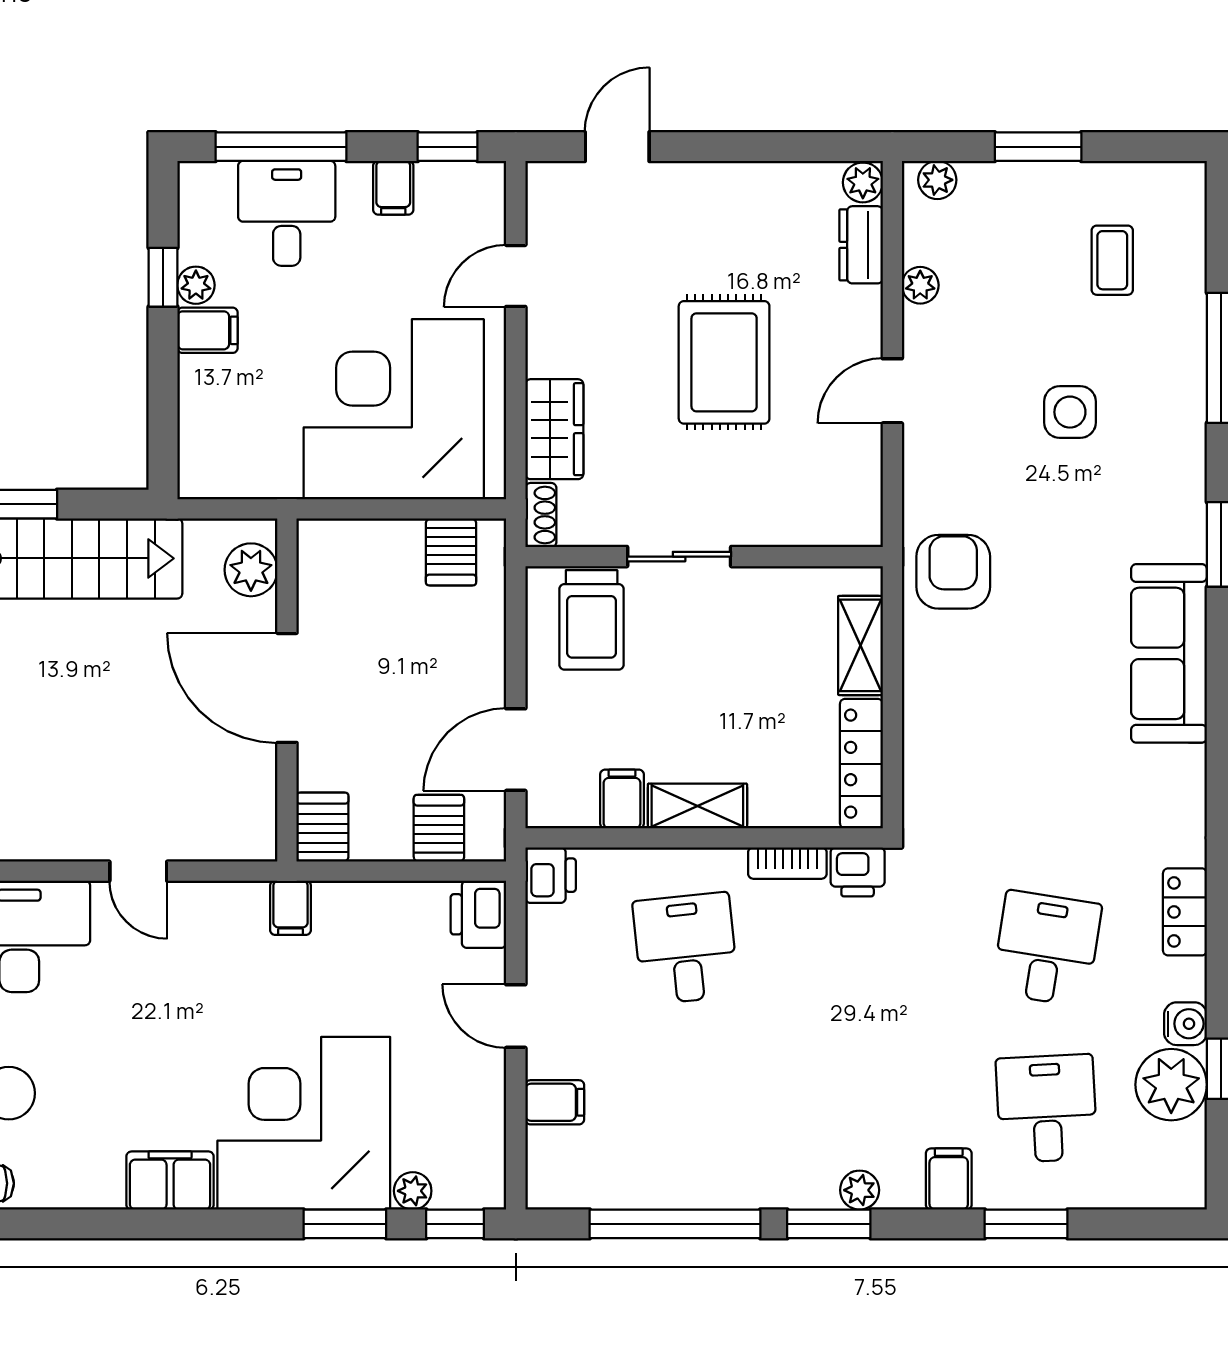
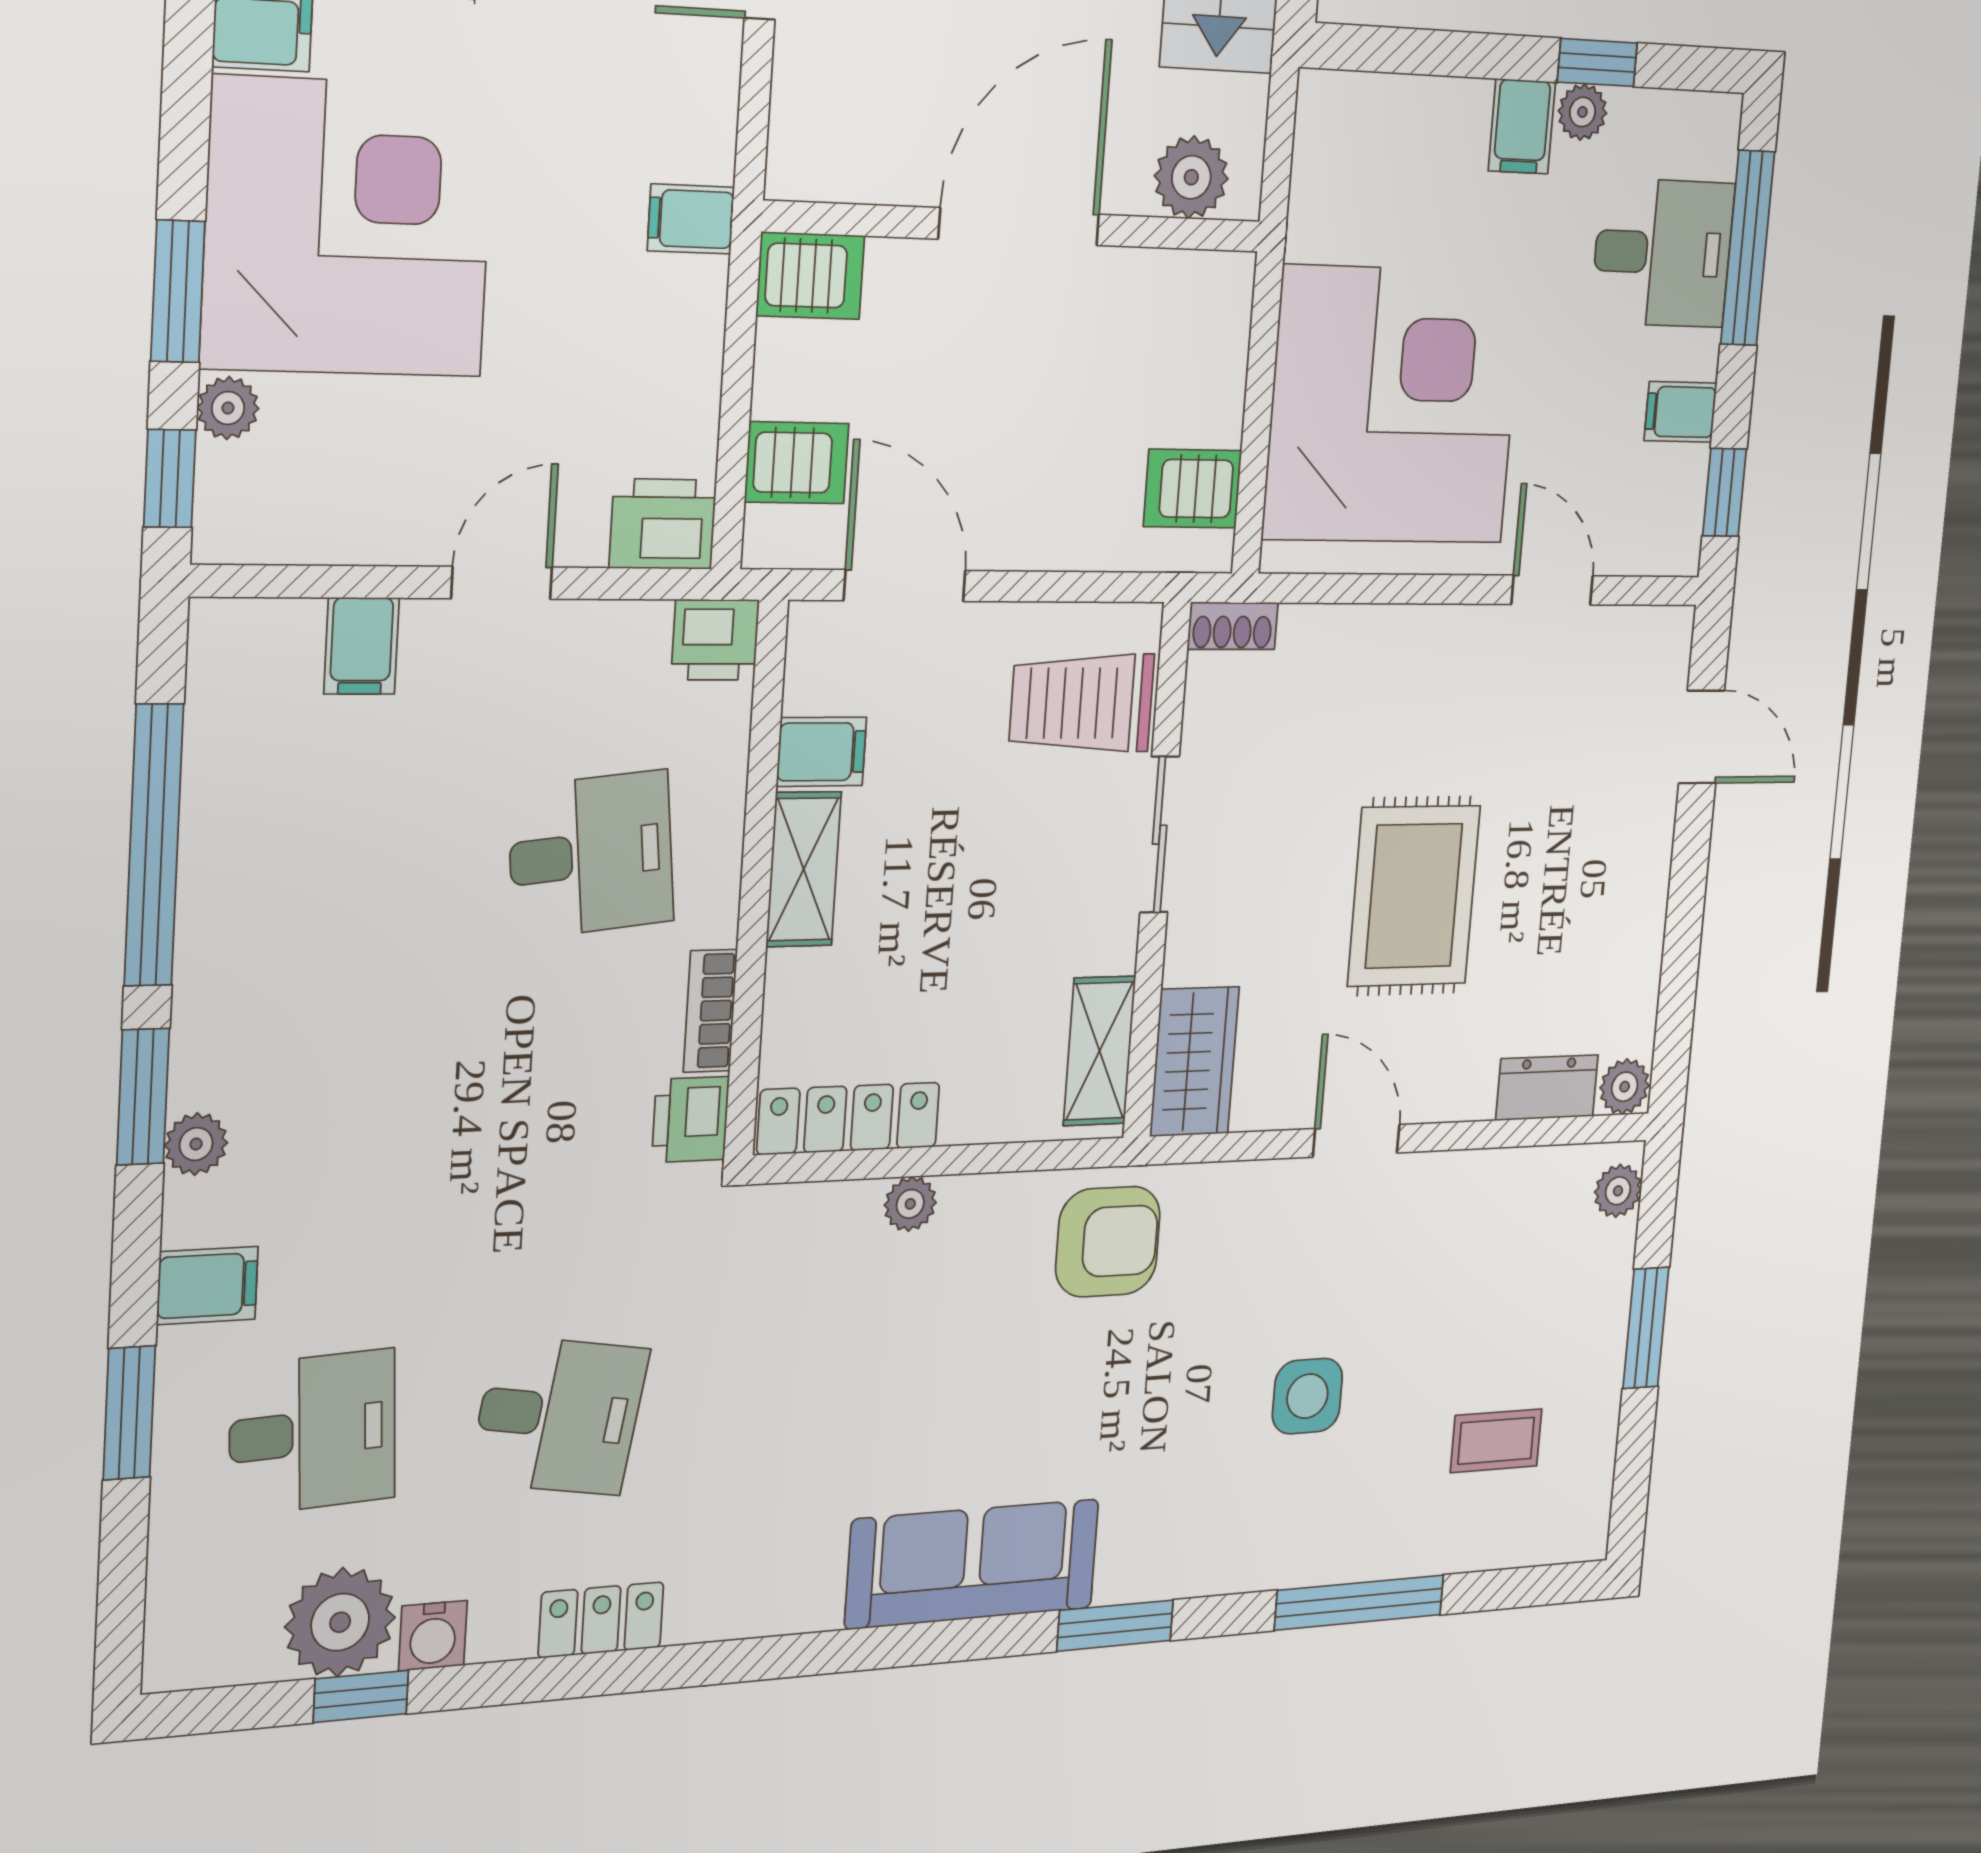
plant: (920, 285) -> (910, 1204), moved
rug: (724, 362) -> (1414, 896), turned 90
wardrobe: (554, 429) -> (1194, 1062), moved, turned -90
shelving: (860, 645) -> (1099, 1051), moved, turned 90

